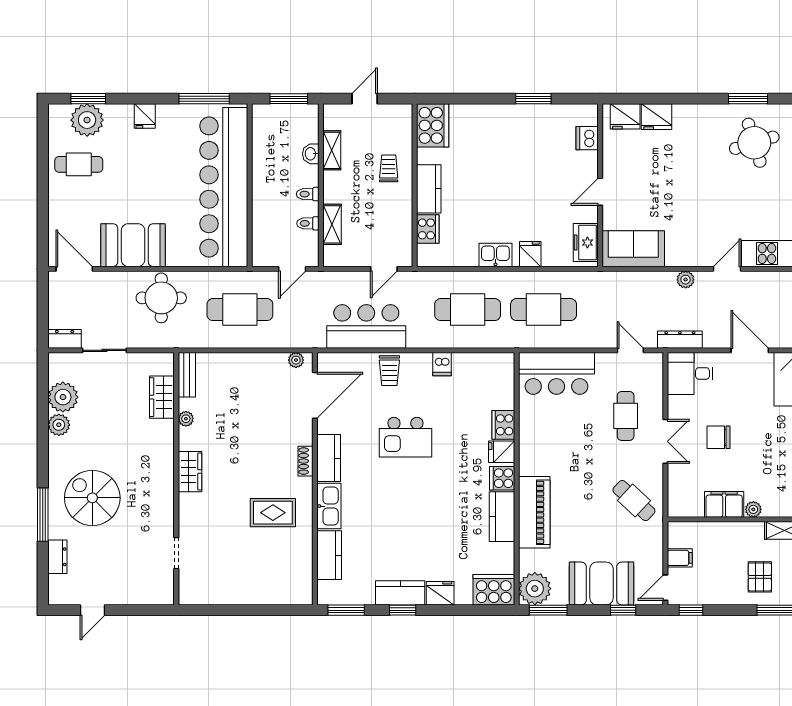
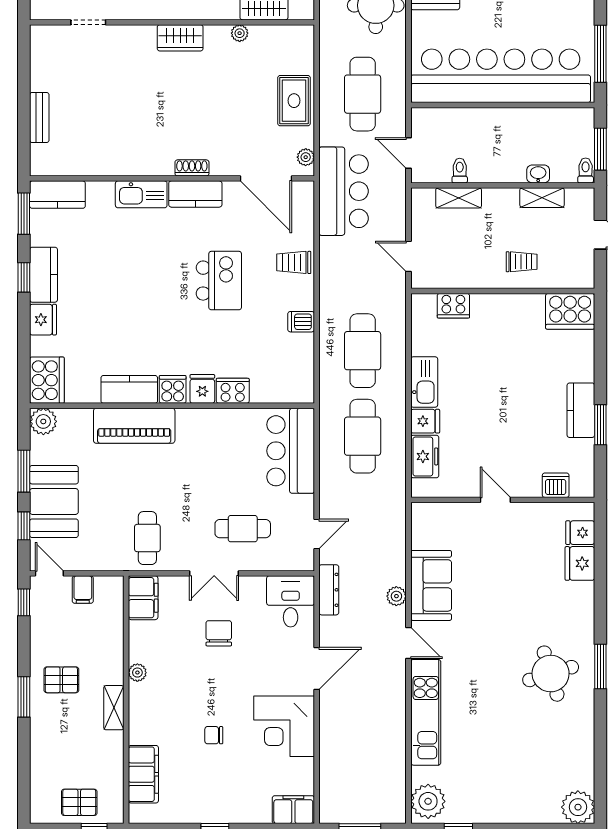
fridge: (625, 116) -> (580, 533), width x0.72
kitchen counter: (429, 189) -> (581, 410), moved, turned 90
toilet: (308, 194) -> (586, 170), moved
freezer: (586, 243) -> (425, 456), moved, turned 90
sofa: (633, 249) -> (431, 585), moved
kitchen sink: (495, 255) -> (424, 382), width x1.38
bar counter: (366, 326) -> (344, 191), moved
bench: (187, 375) -> (39, 117), moved, turned 90
kitchen island: (405, 437) -> (219, 281), turned 180
cafe table: (634, 501) -> (147, 538), turned -43
filing cabinet: (724, 504) -> (143, 598), moved
rug: (273, 513) -> (294, 101), moved
kitchen counter: (329, 555) -> (57, 195), moved
plant: (535, 589) -> (43, 421), width x0.73, depth x0.73
window: (548, 610) -> (24, 471), moved

